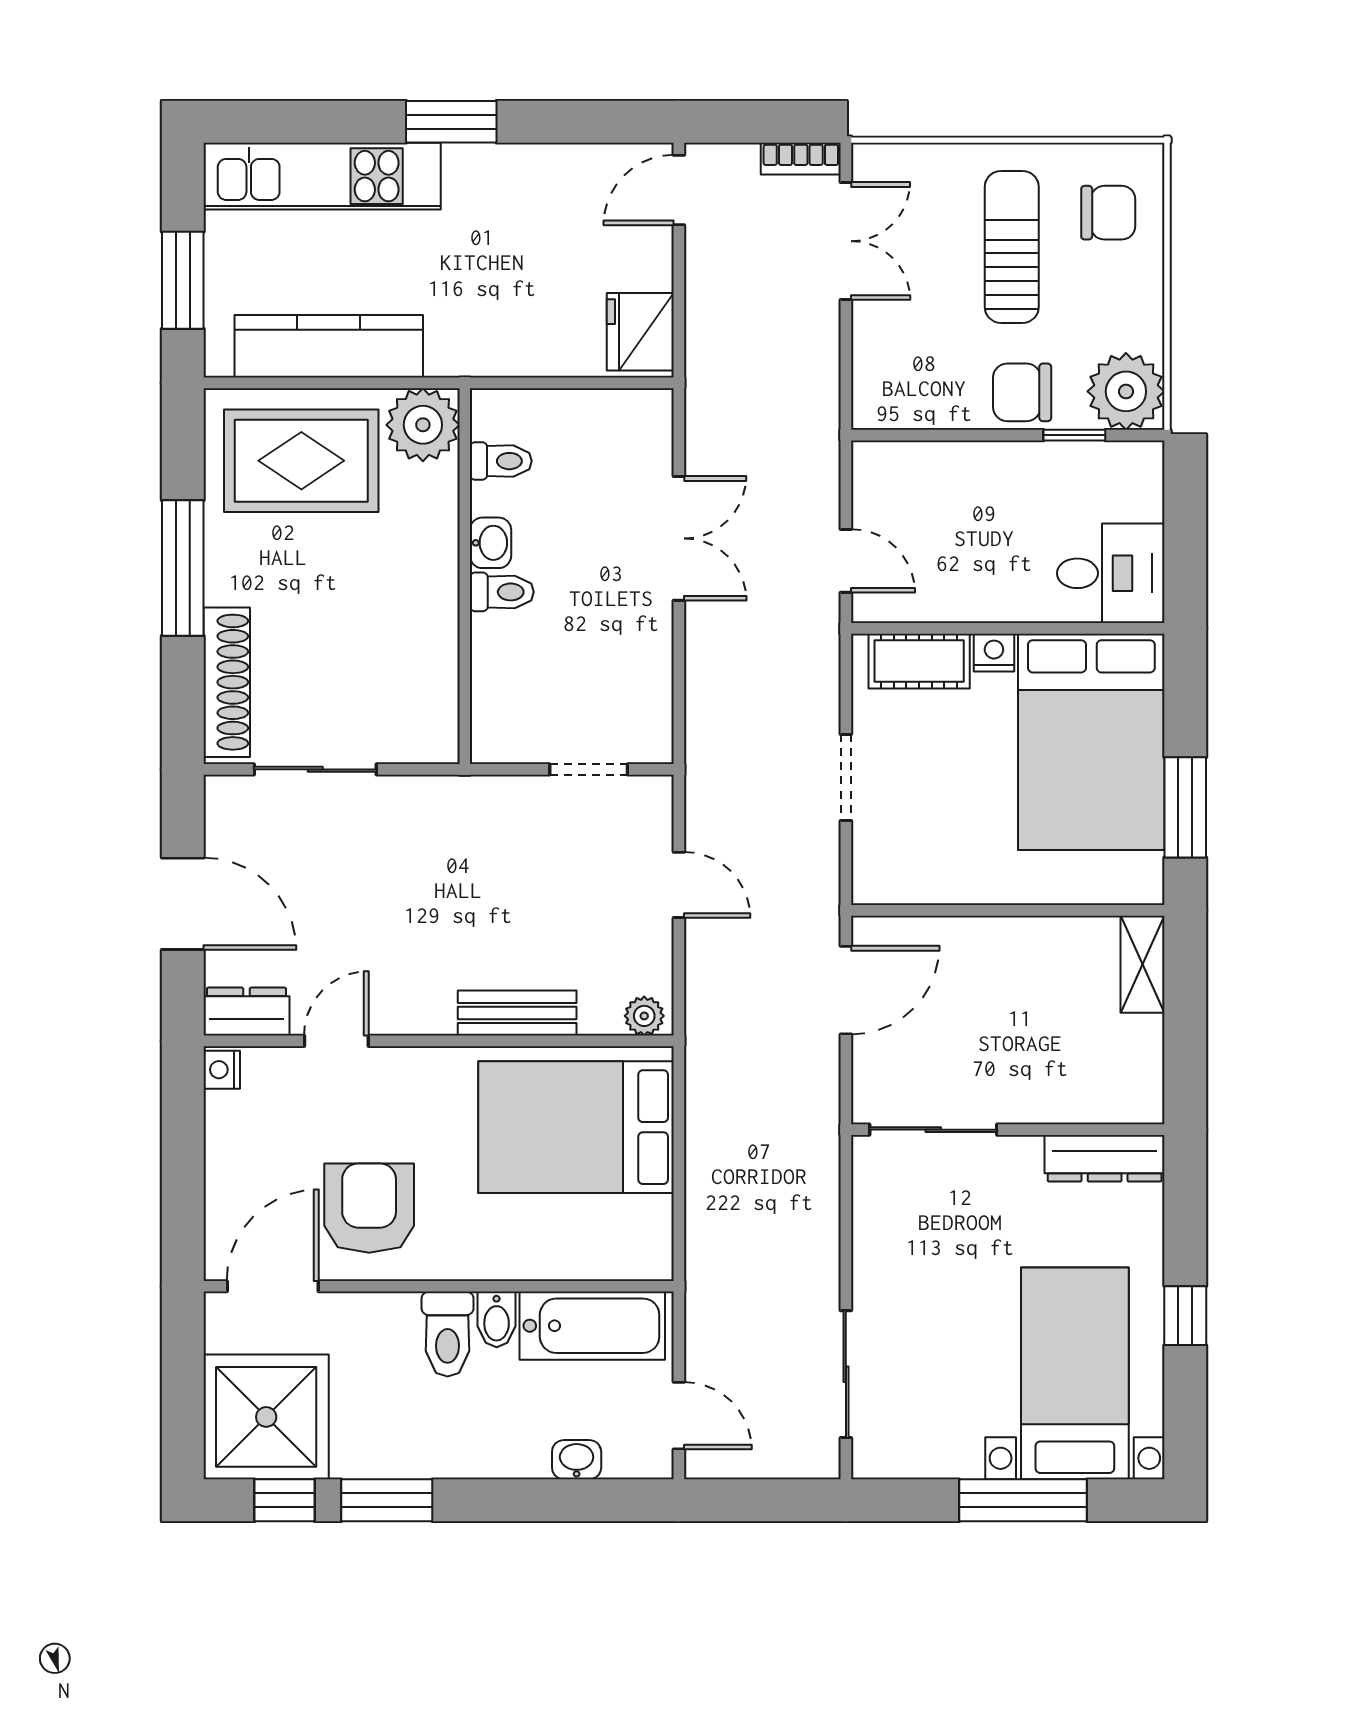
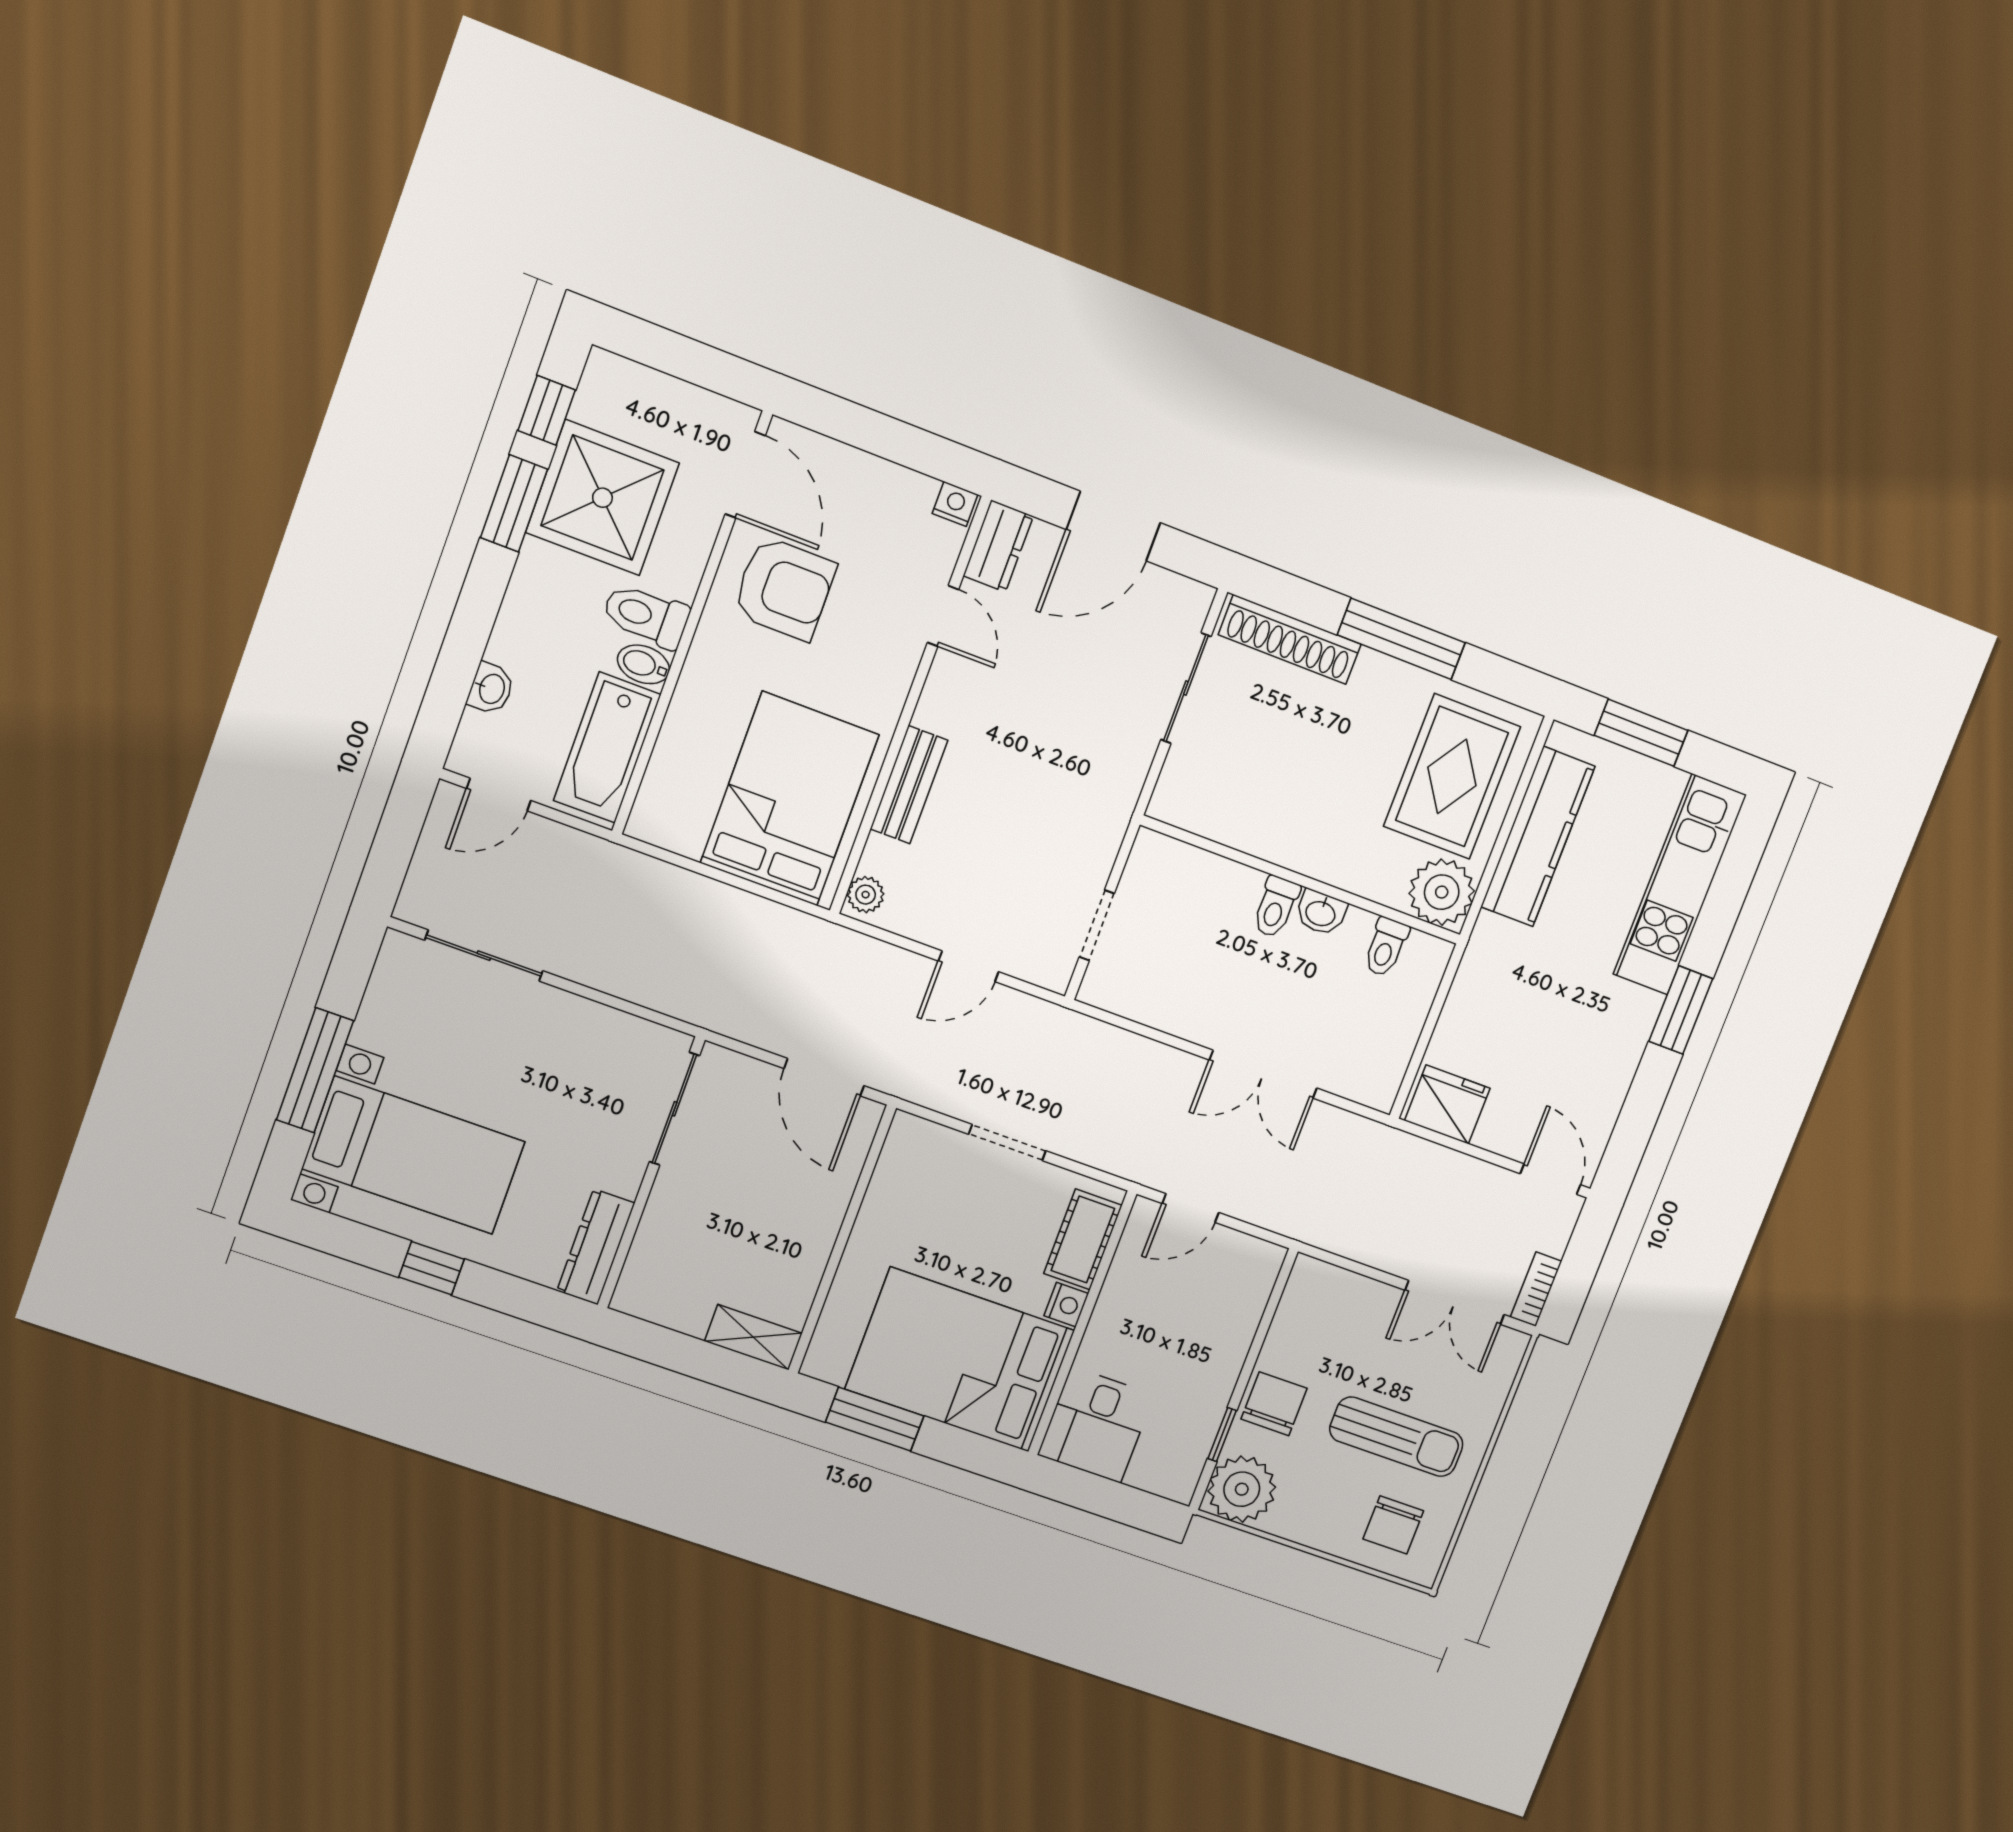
shower: (266, 1417) -> (602, 498), moved

